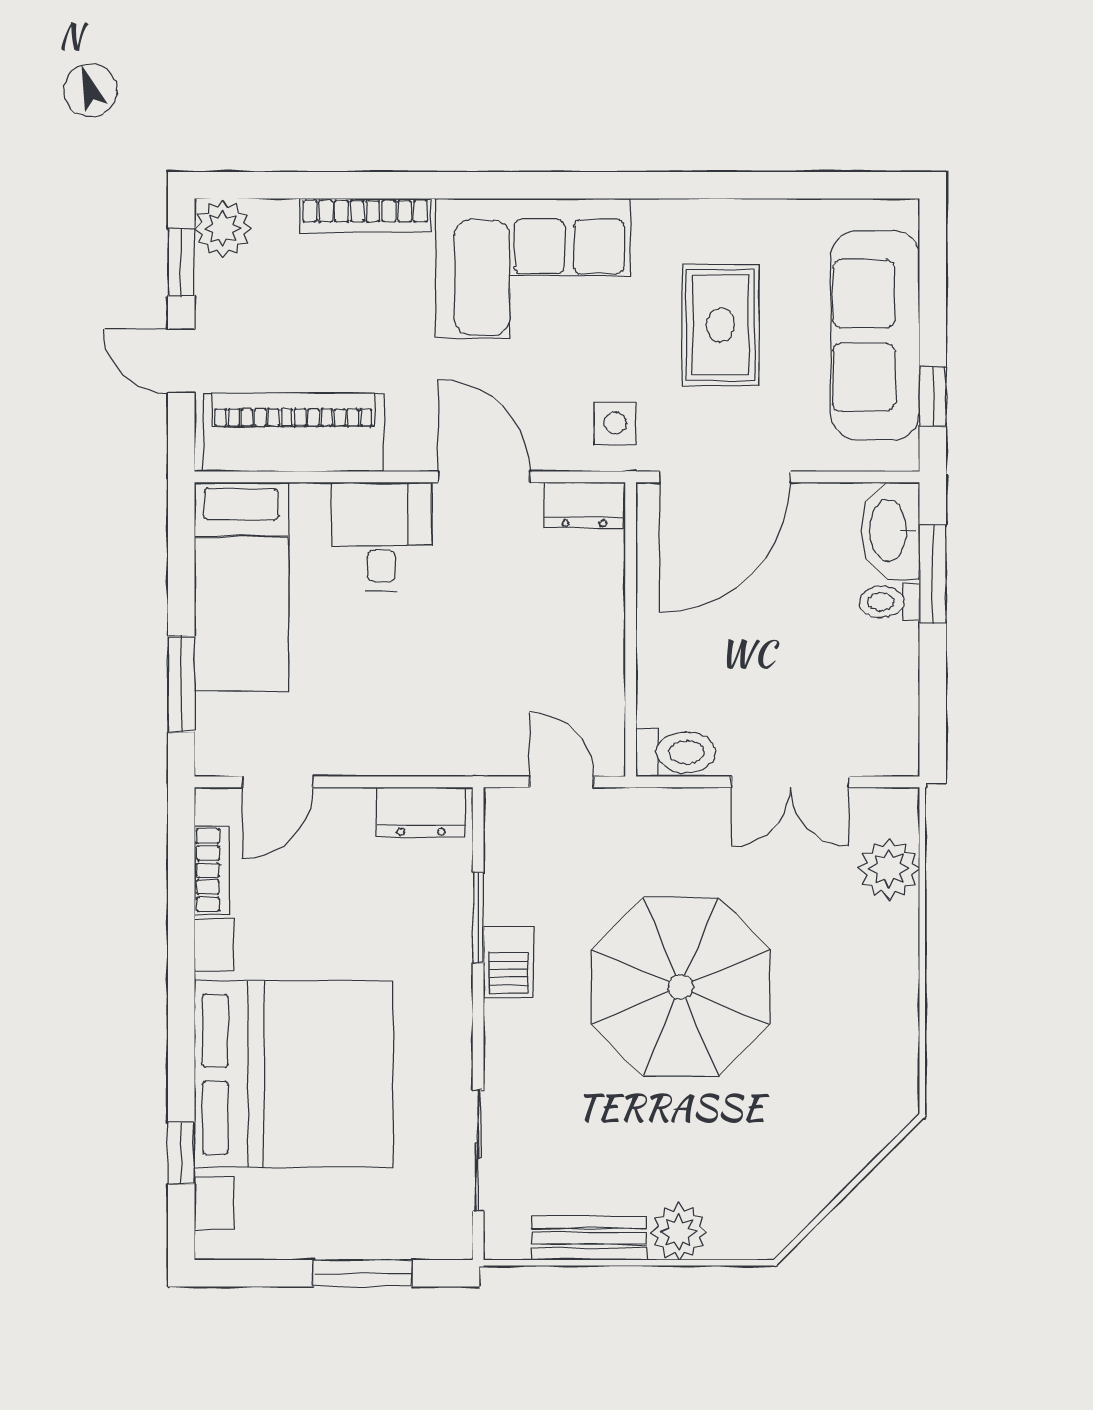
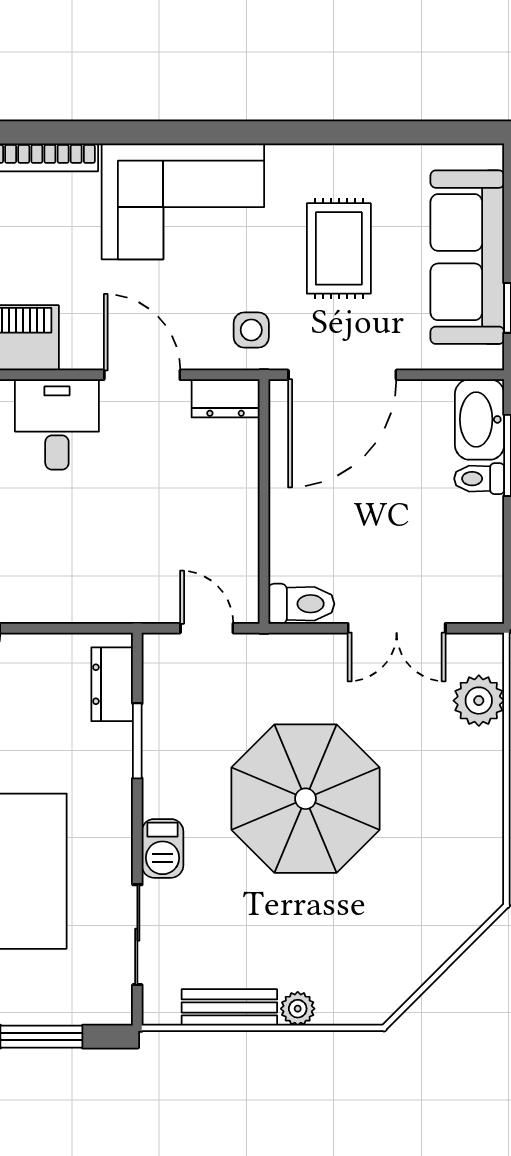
dresser: (421, 812) -> (112, 684), moved, turned 90
barbecue: (508, 962) -> (163, 848), moved
plant: (679, 1232) -> (298, 1009), width x0.73, depth x0.73

